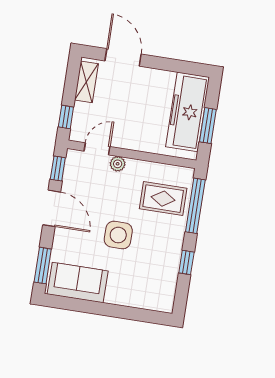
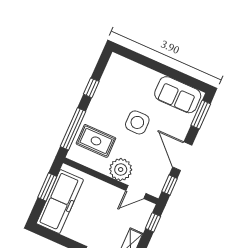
plant: (118, 164) -> (121, 170), width x1.87, depth x1.87

